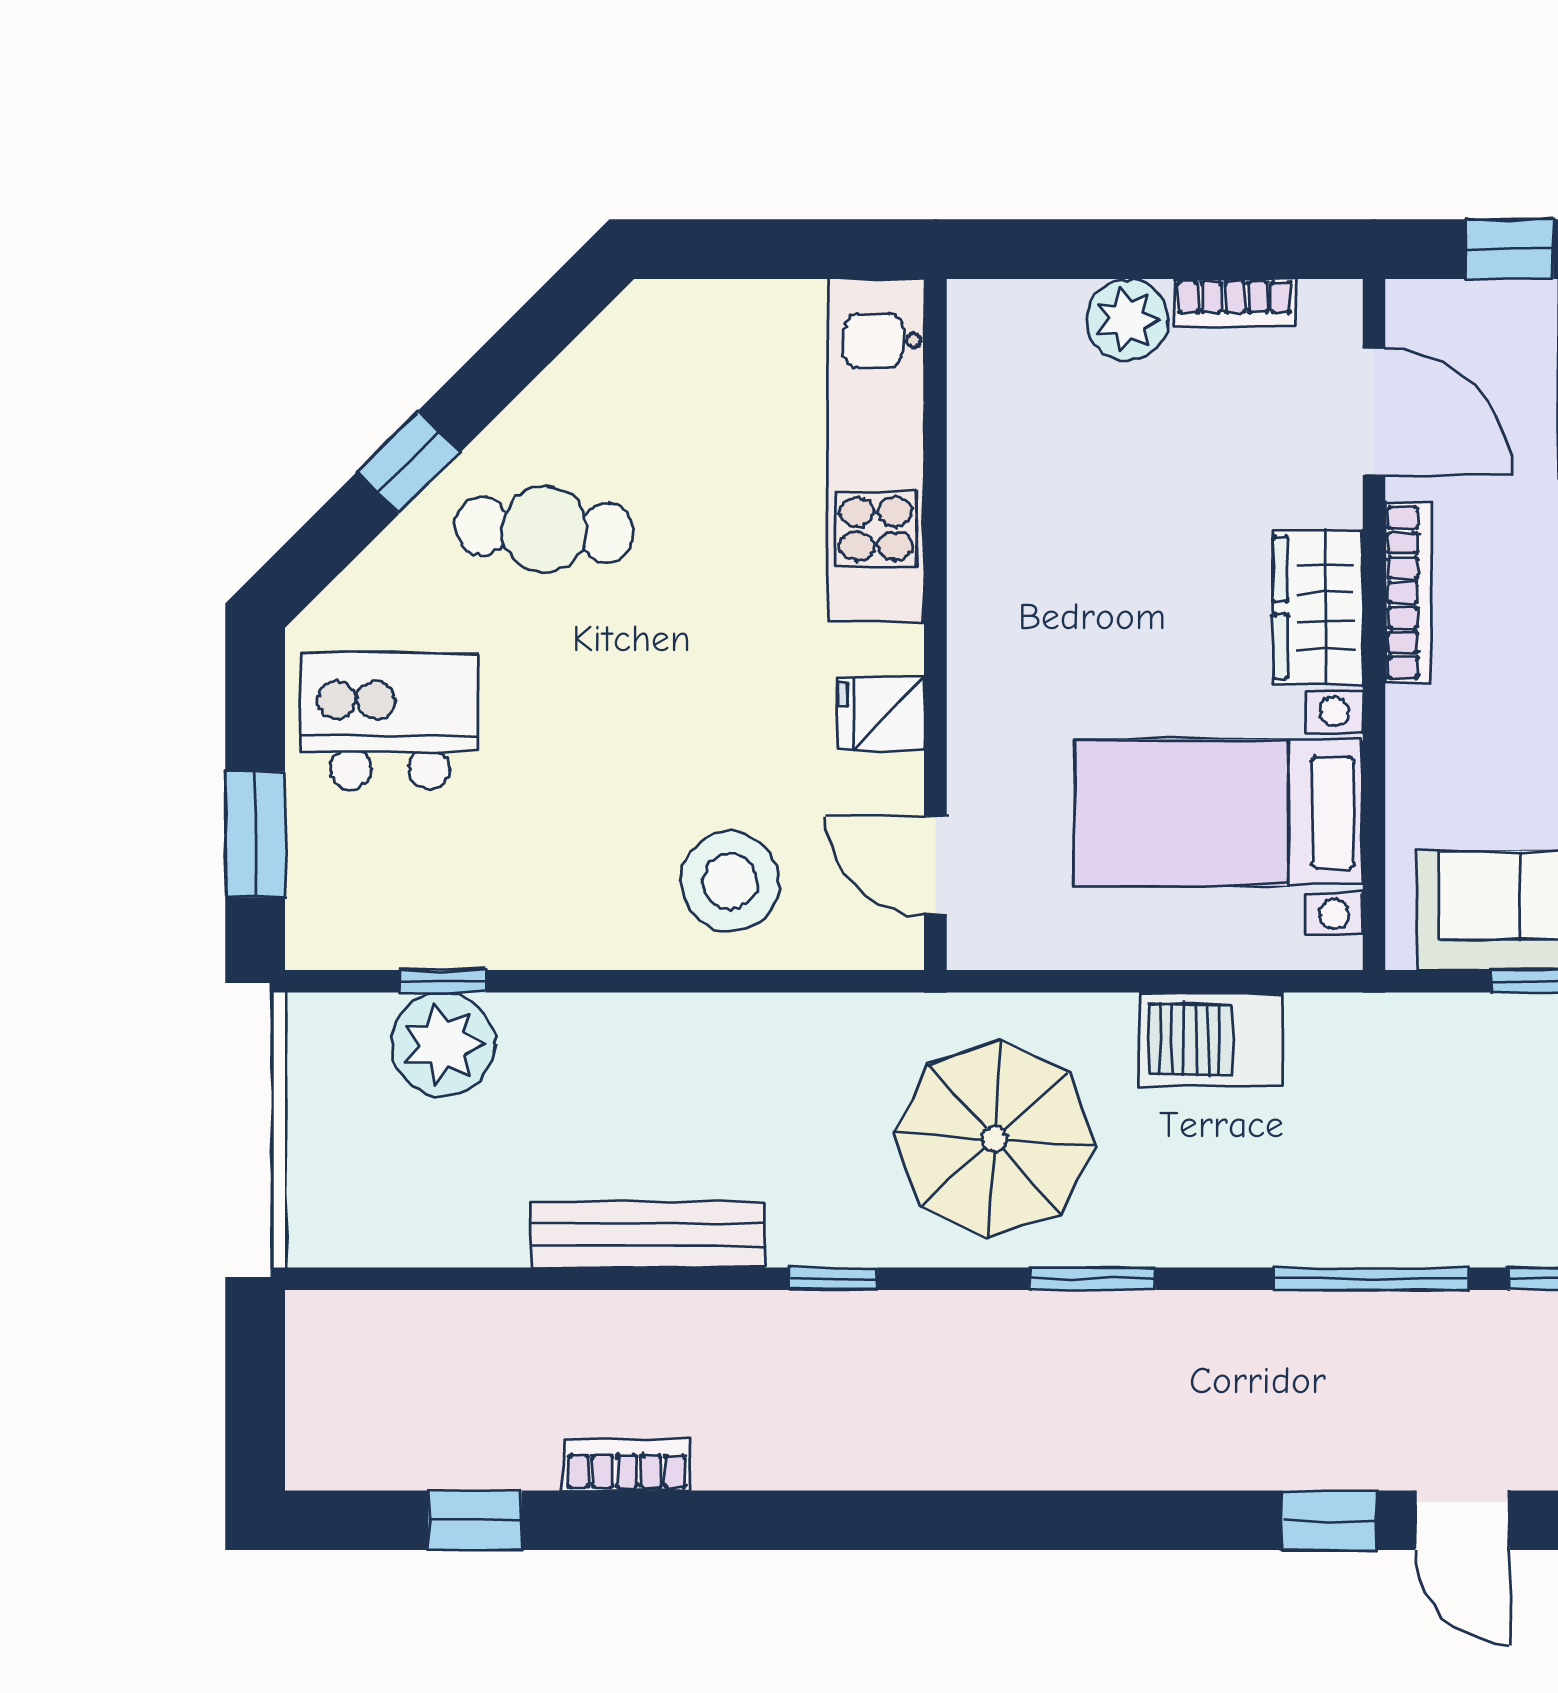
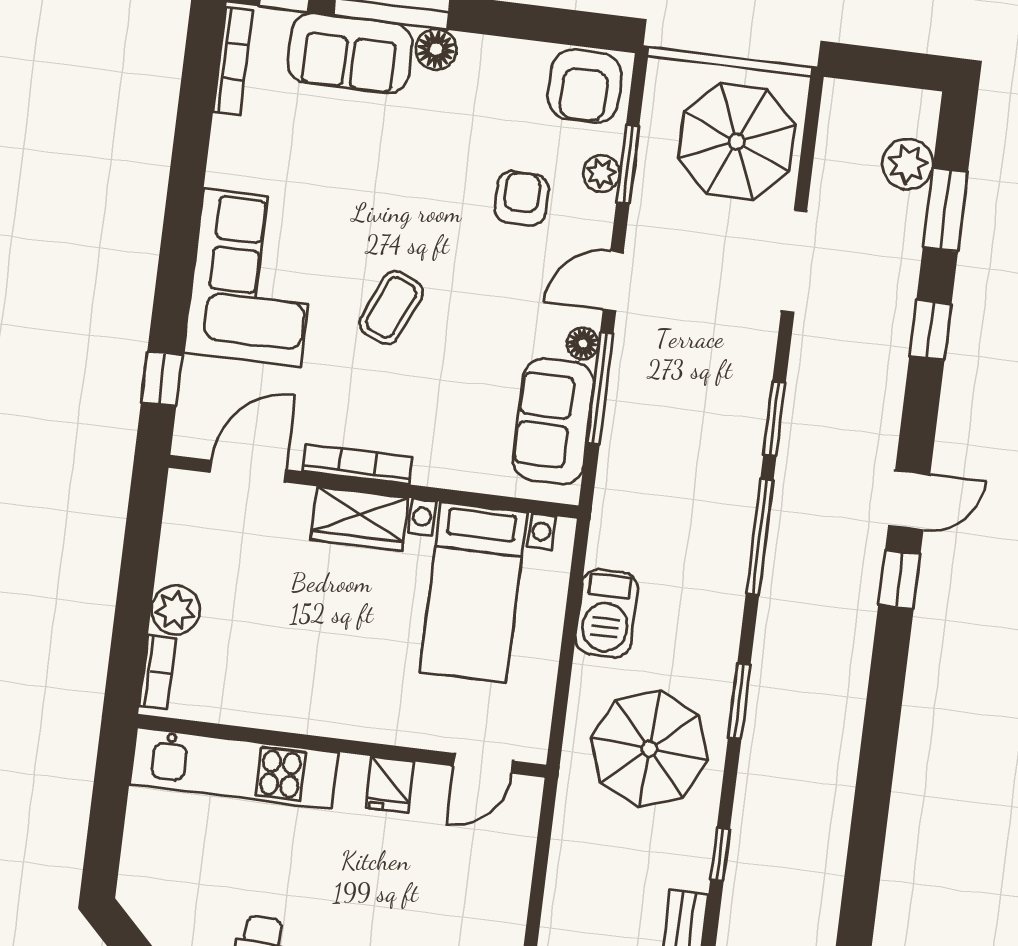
bookcase: (1235, 303) -> (158, 672), moved
stool: (730, 882) -> (478, 886), removed

